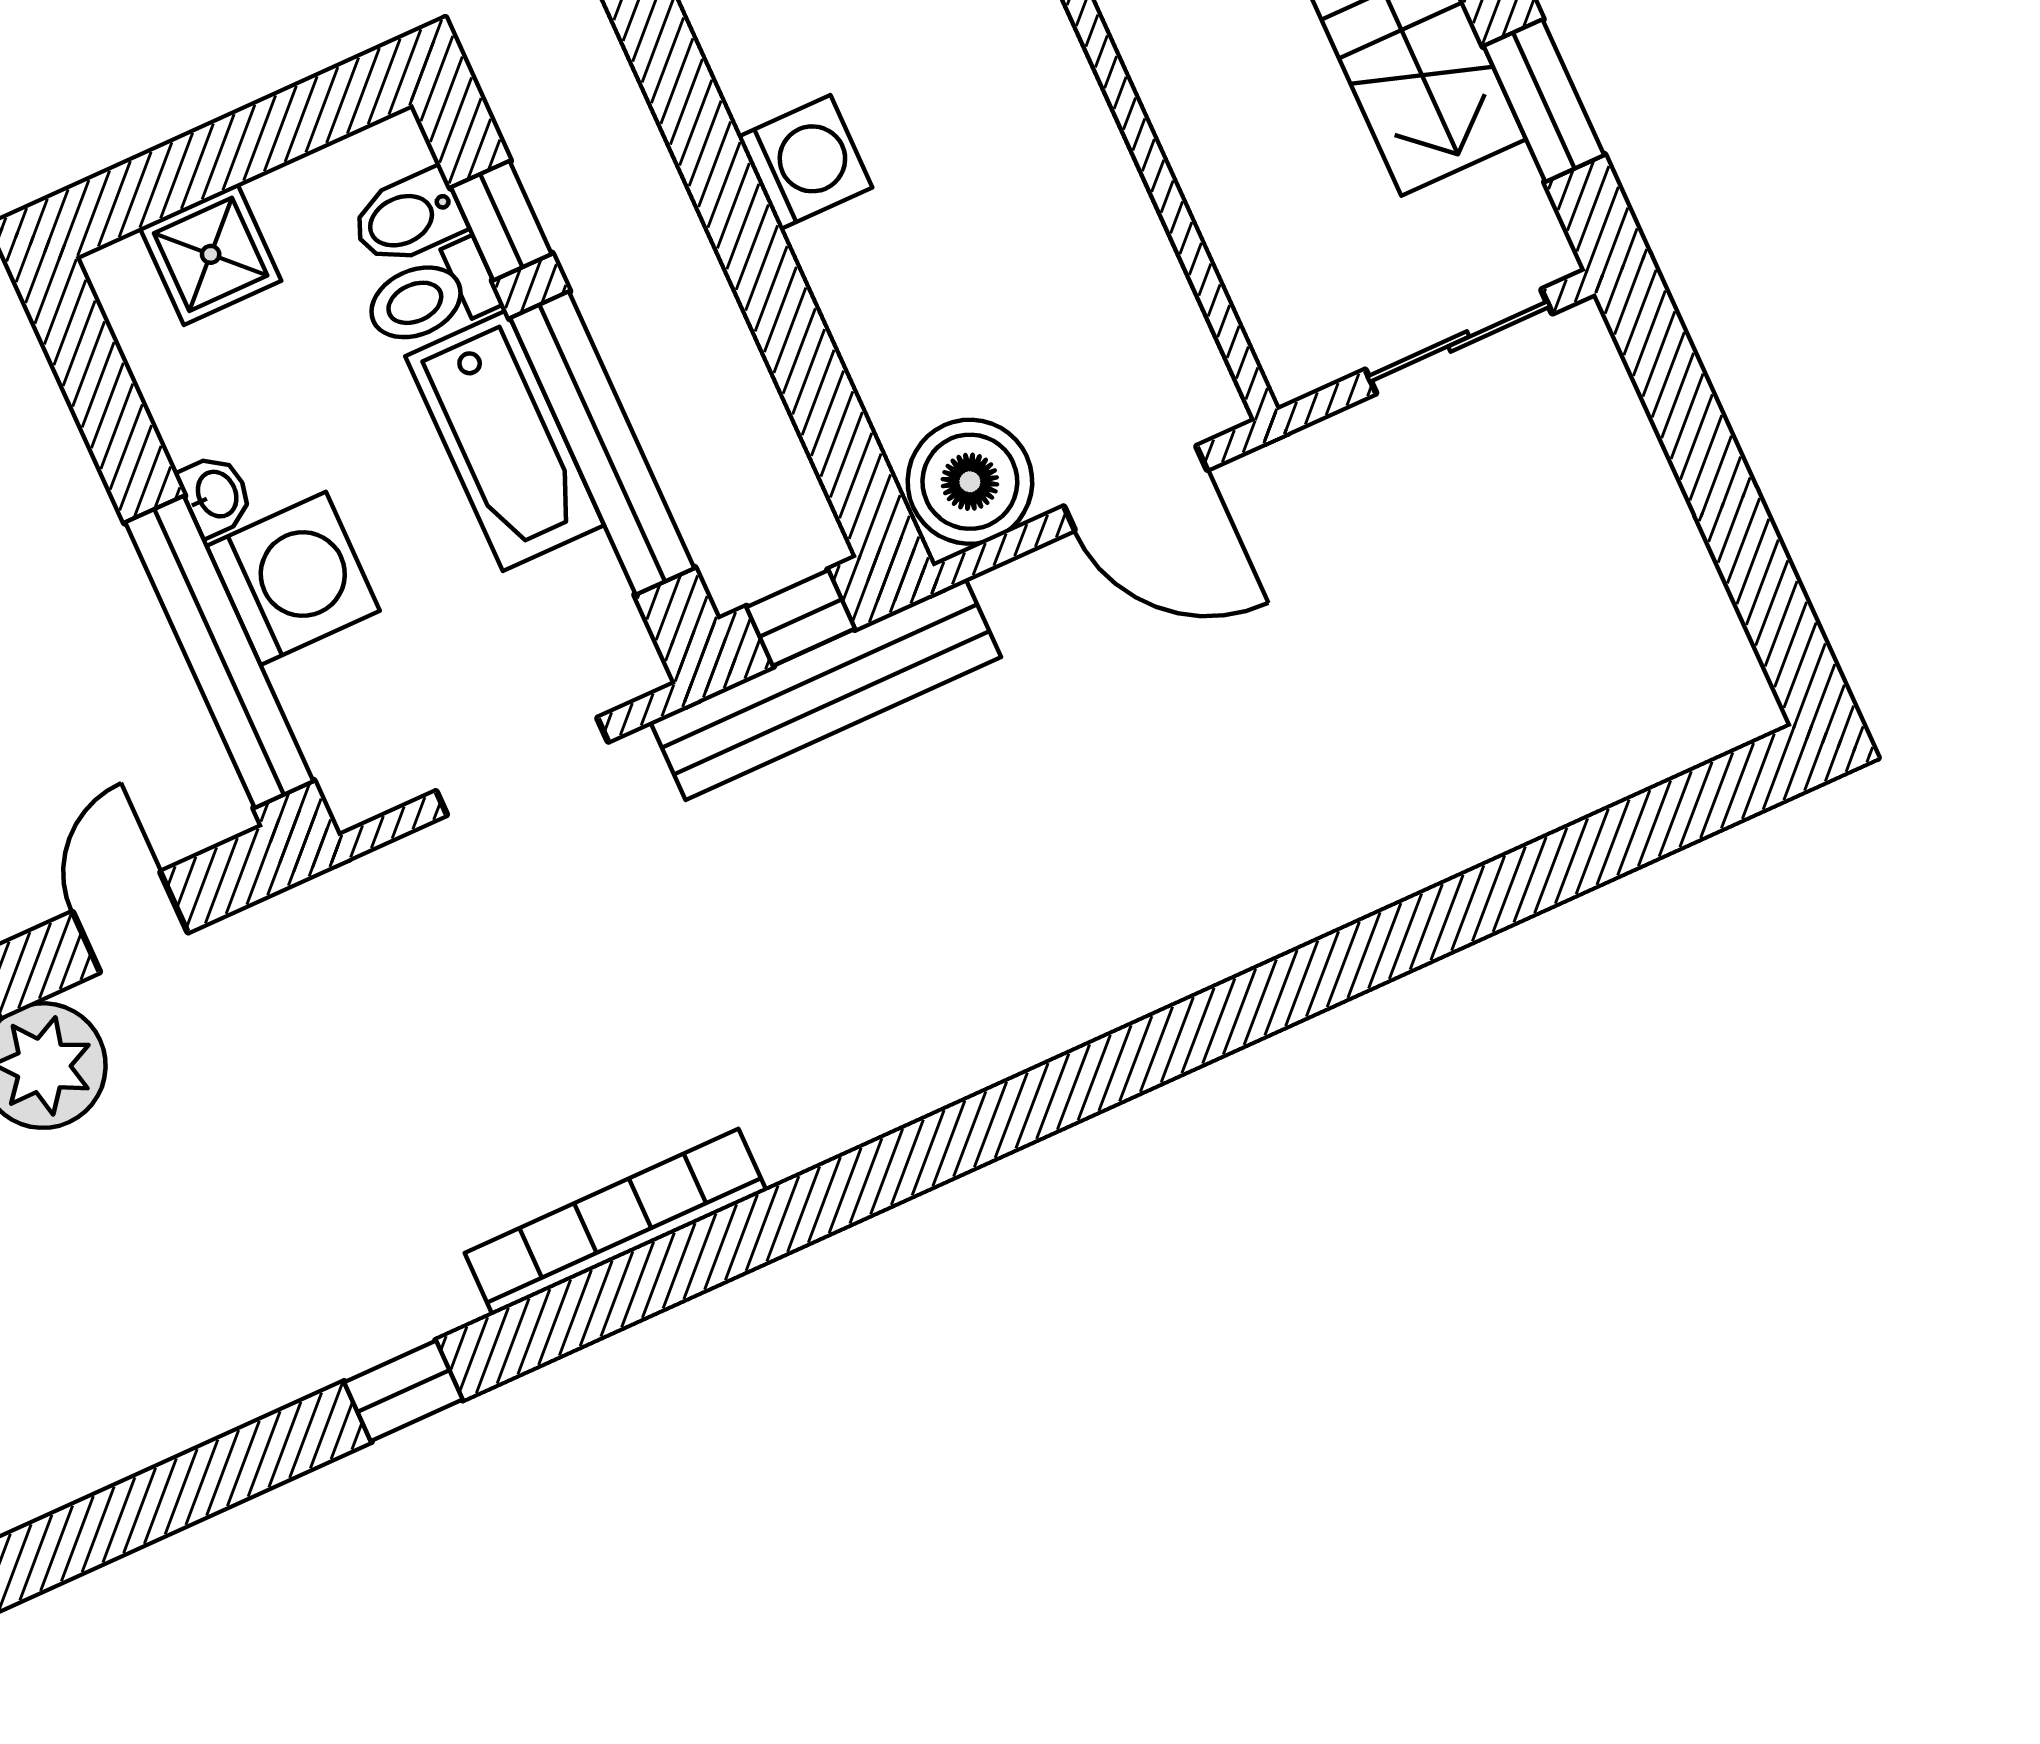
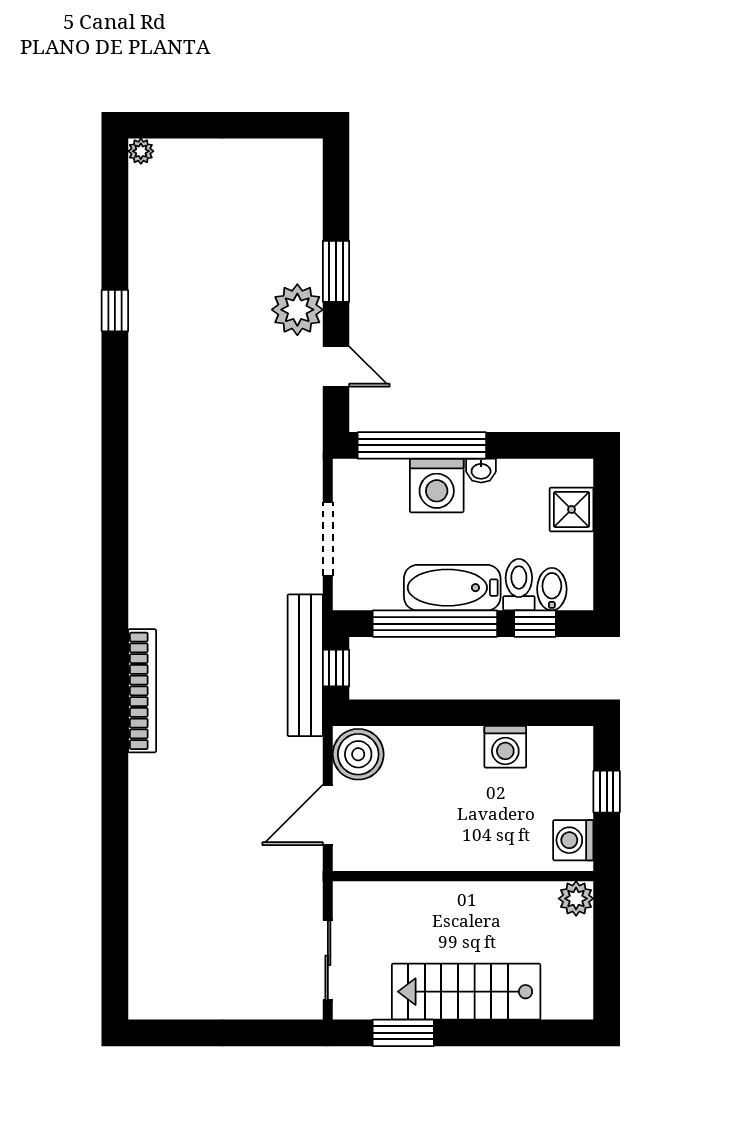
bookcase: (616, 1222) -> (142, 691), moved
window: (403, 1391) -> (115, 311), moved

